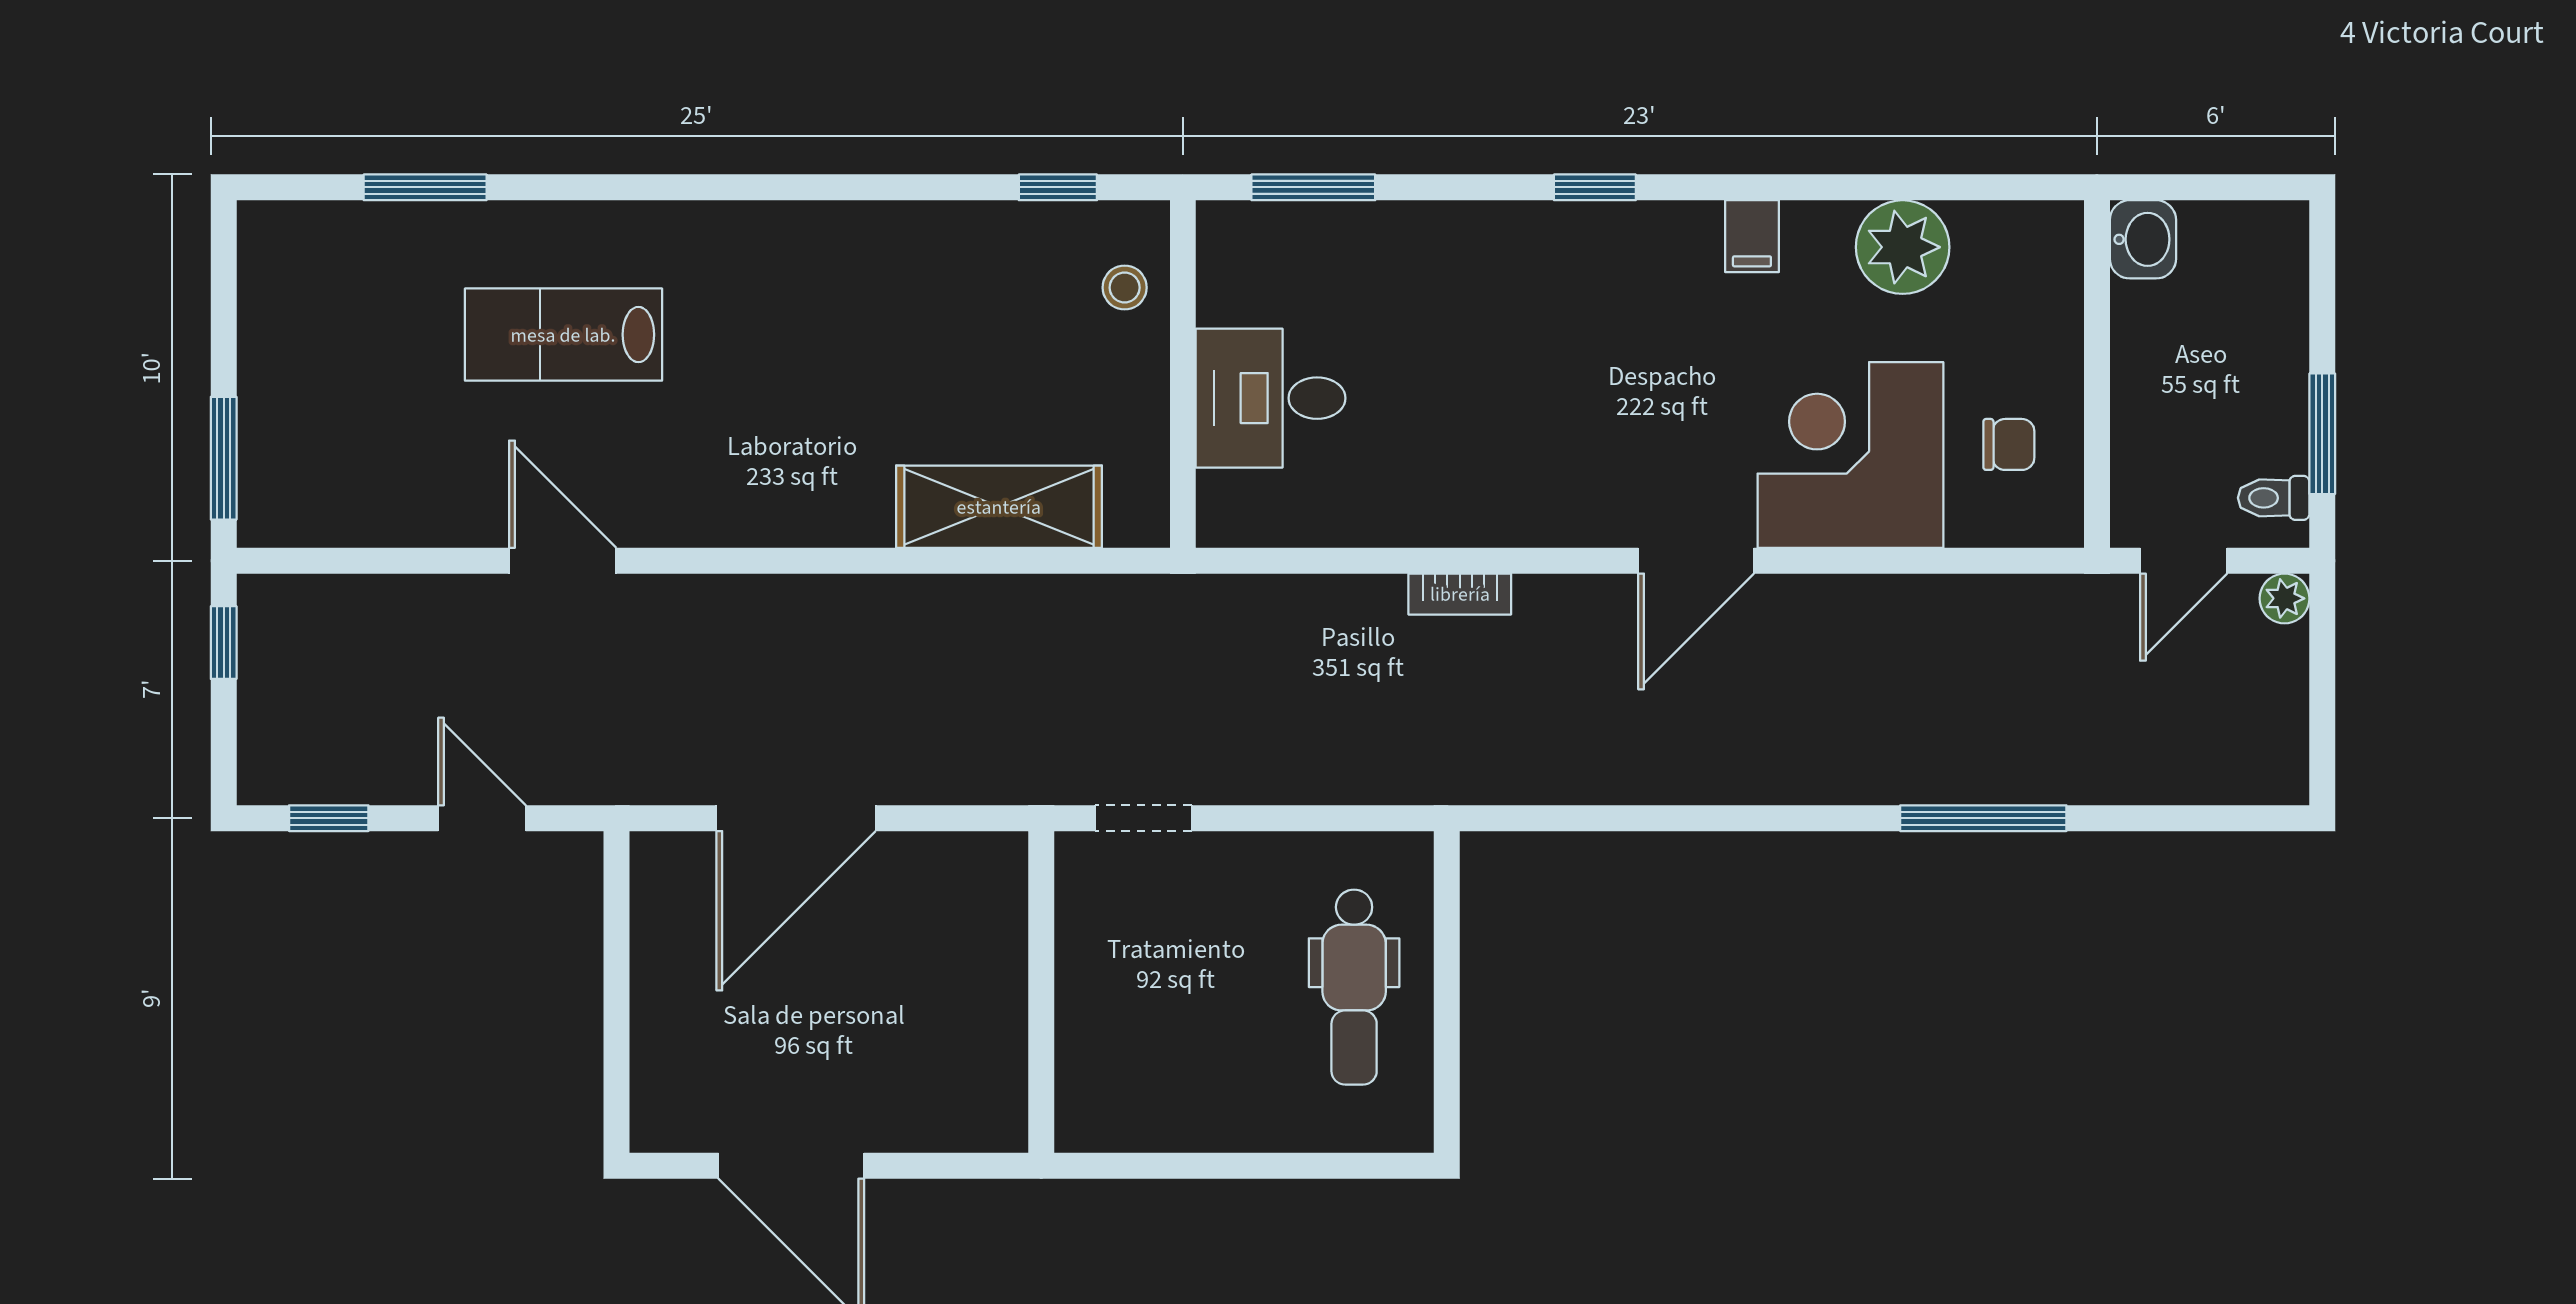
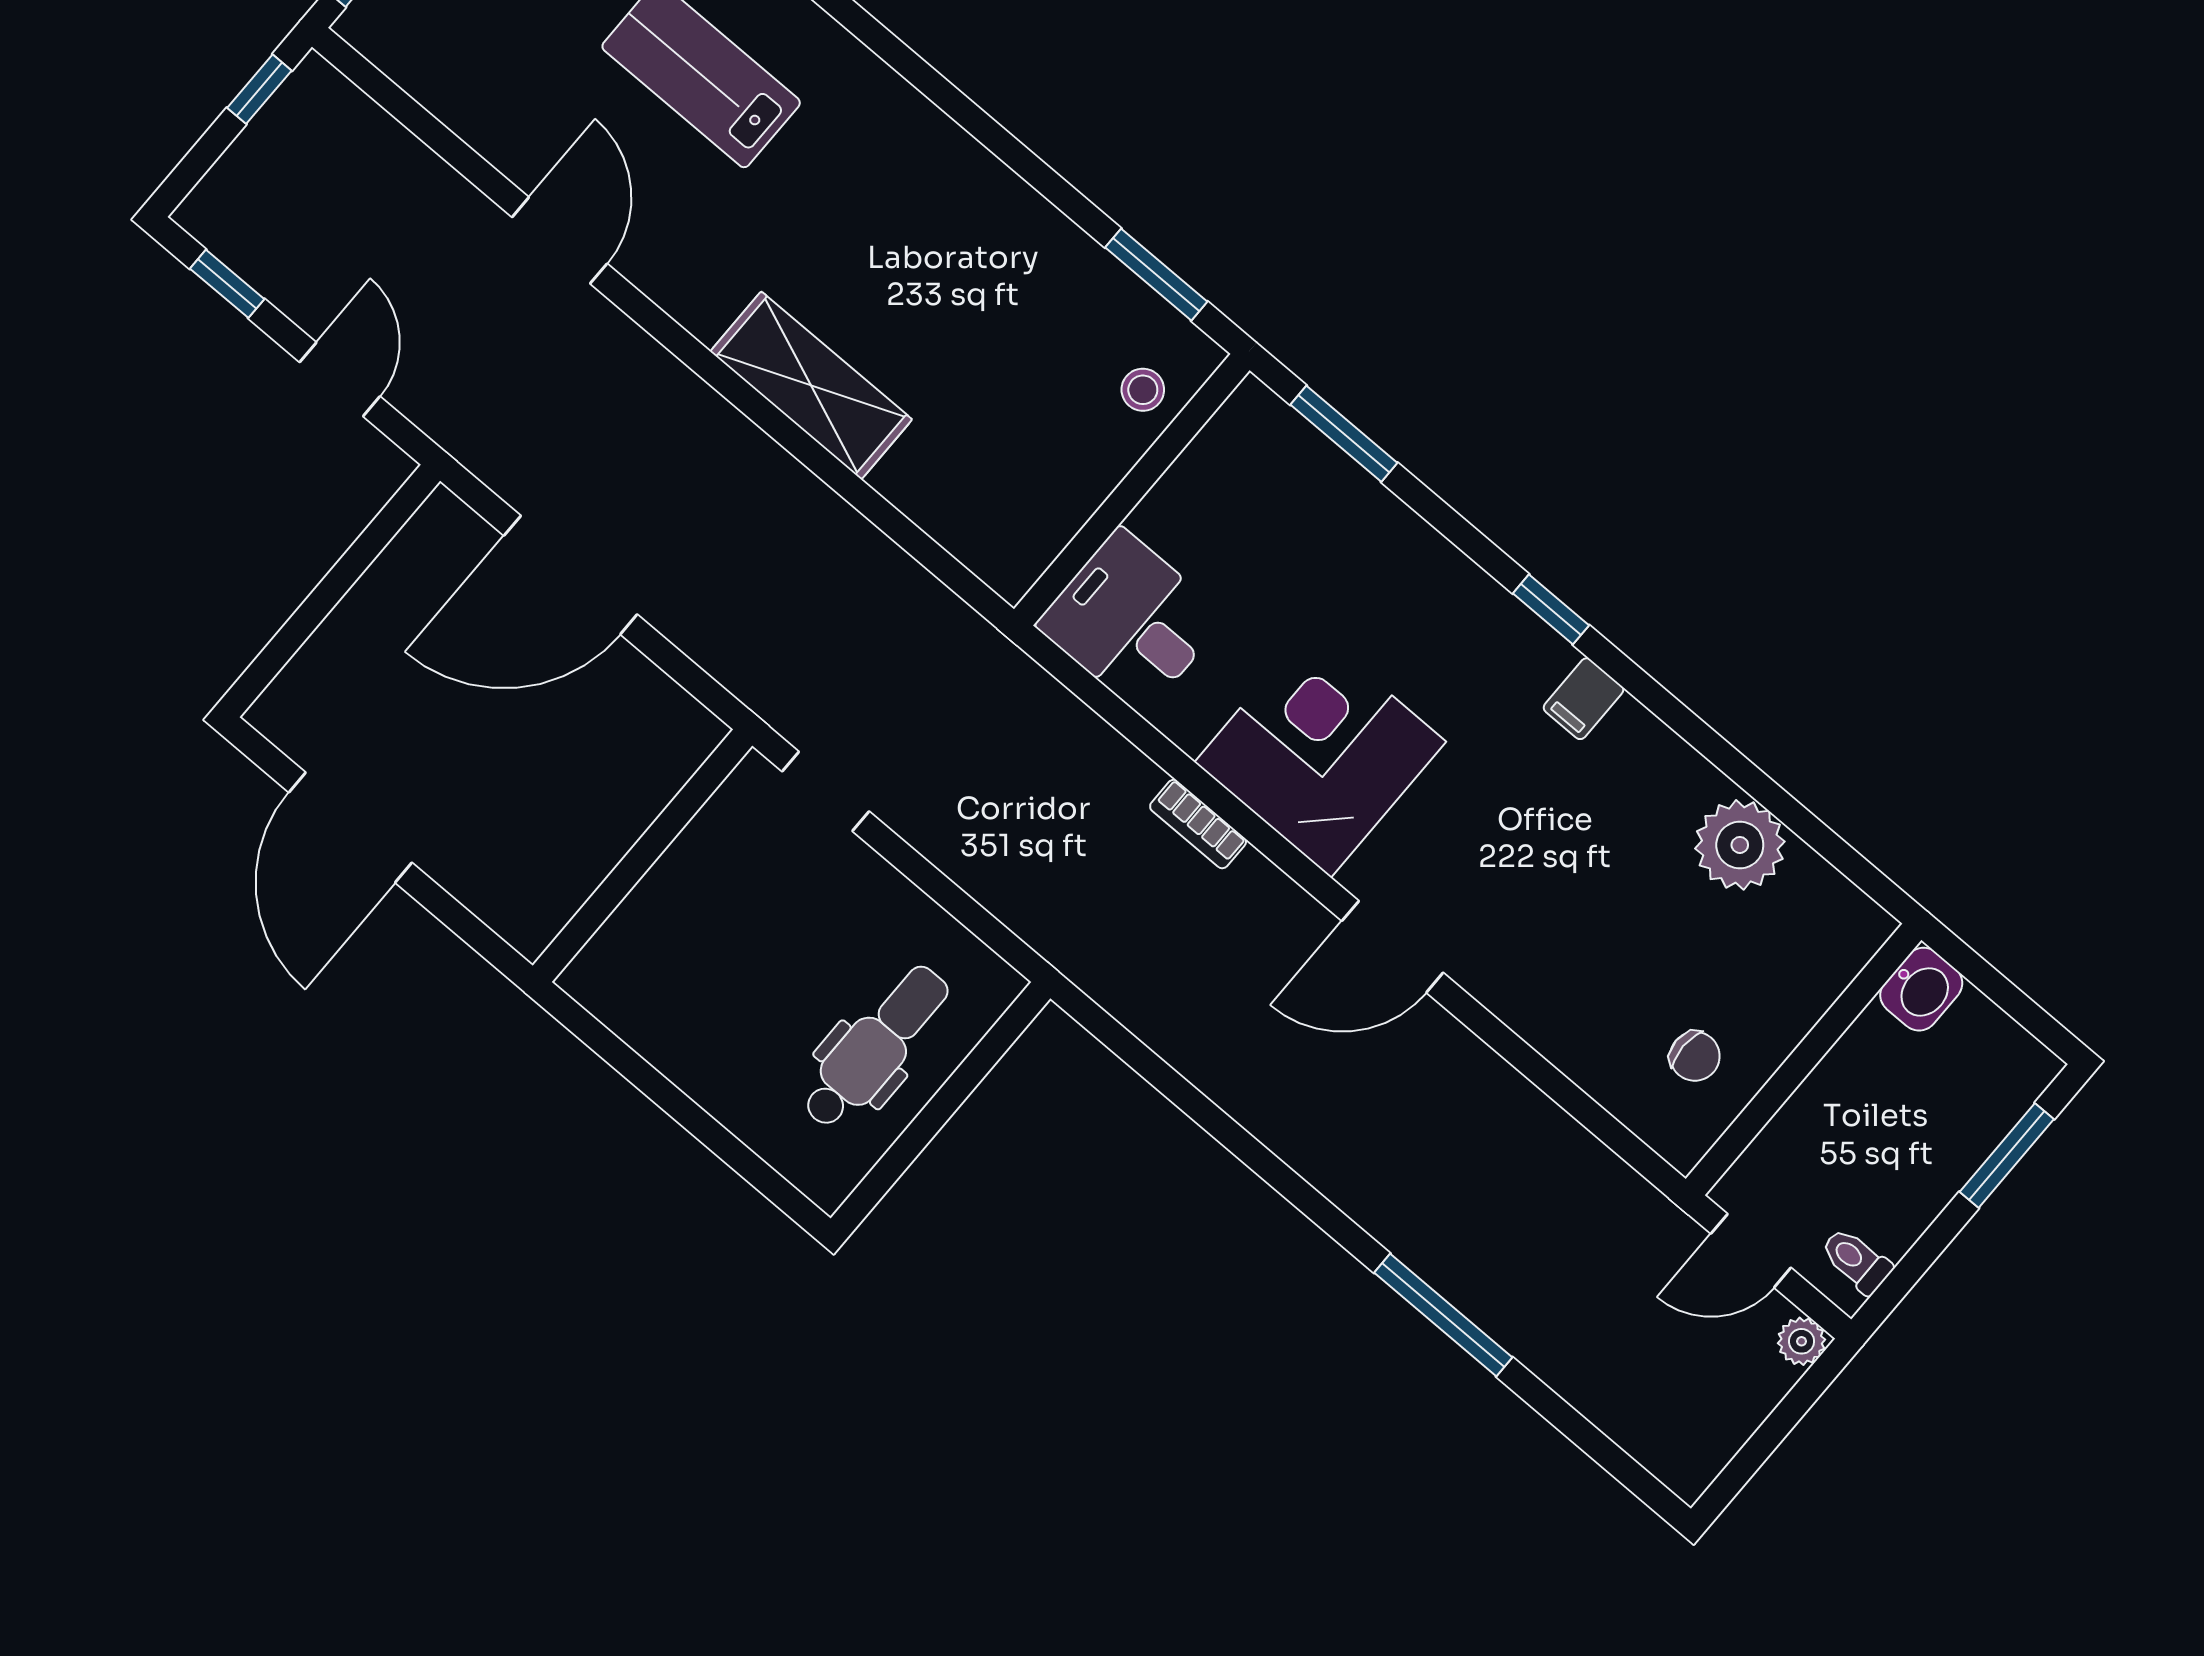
window: (1058, 187) -> (1156, 275), width x1.50
filing cabinet: (1752, 236) -> (1584, 699), moved
desk: (1271, 398) -> (1131, 621), moved
window: (2322, 434) -> (2007, 1155), moved
corner desk: (1850, 455) -> (1320, 752), moved
shelving: (999, 507) -> (811, 385), moved
dental chair: (1354, 987) -> (875, 1047), turned 180

